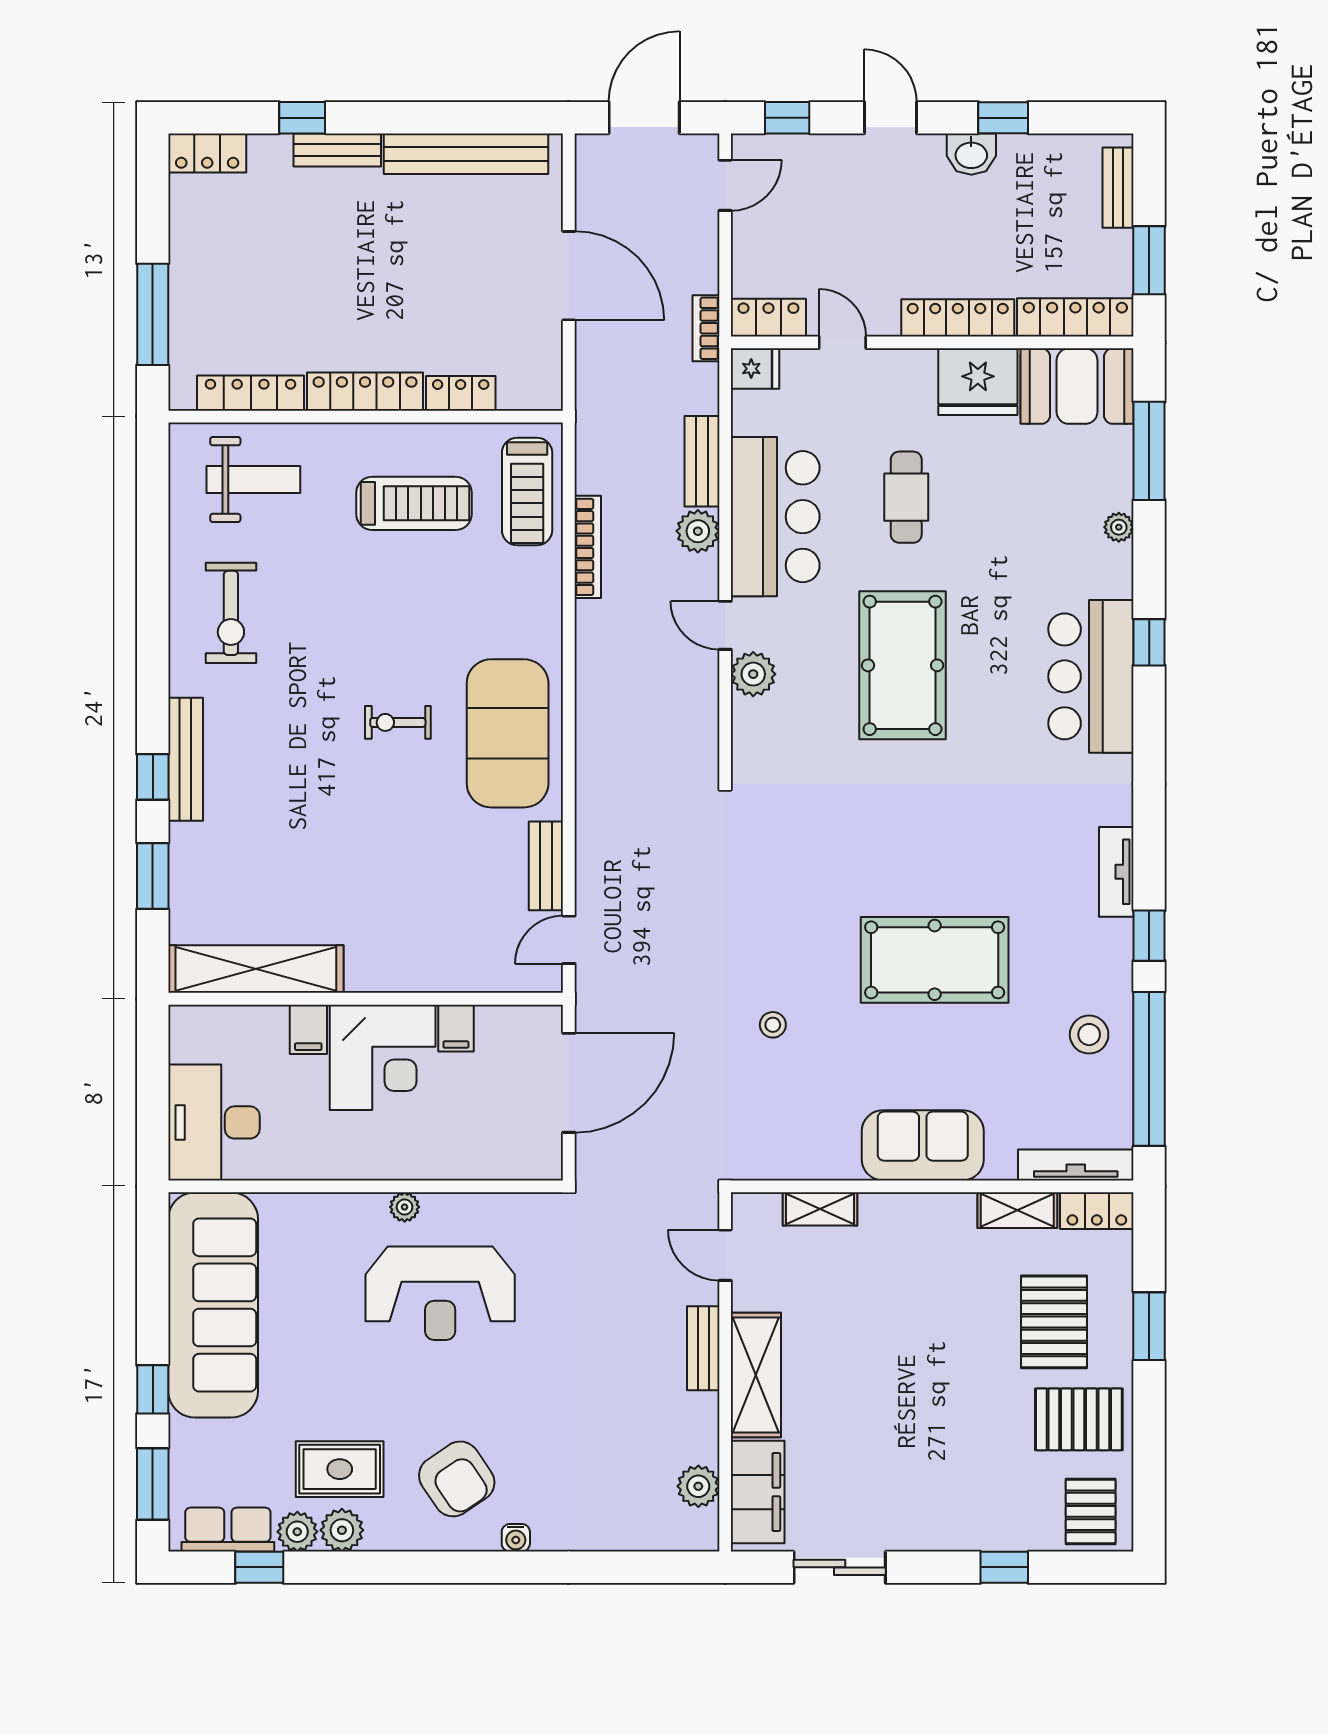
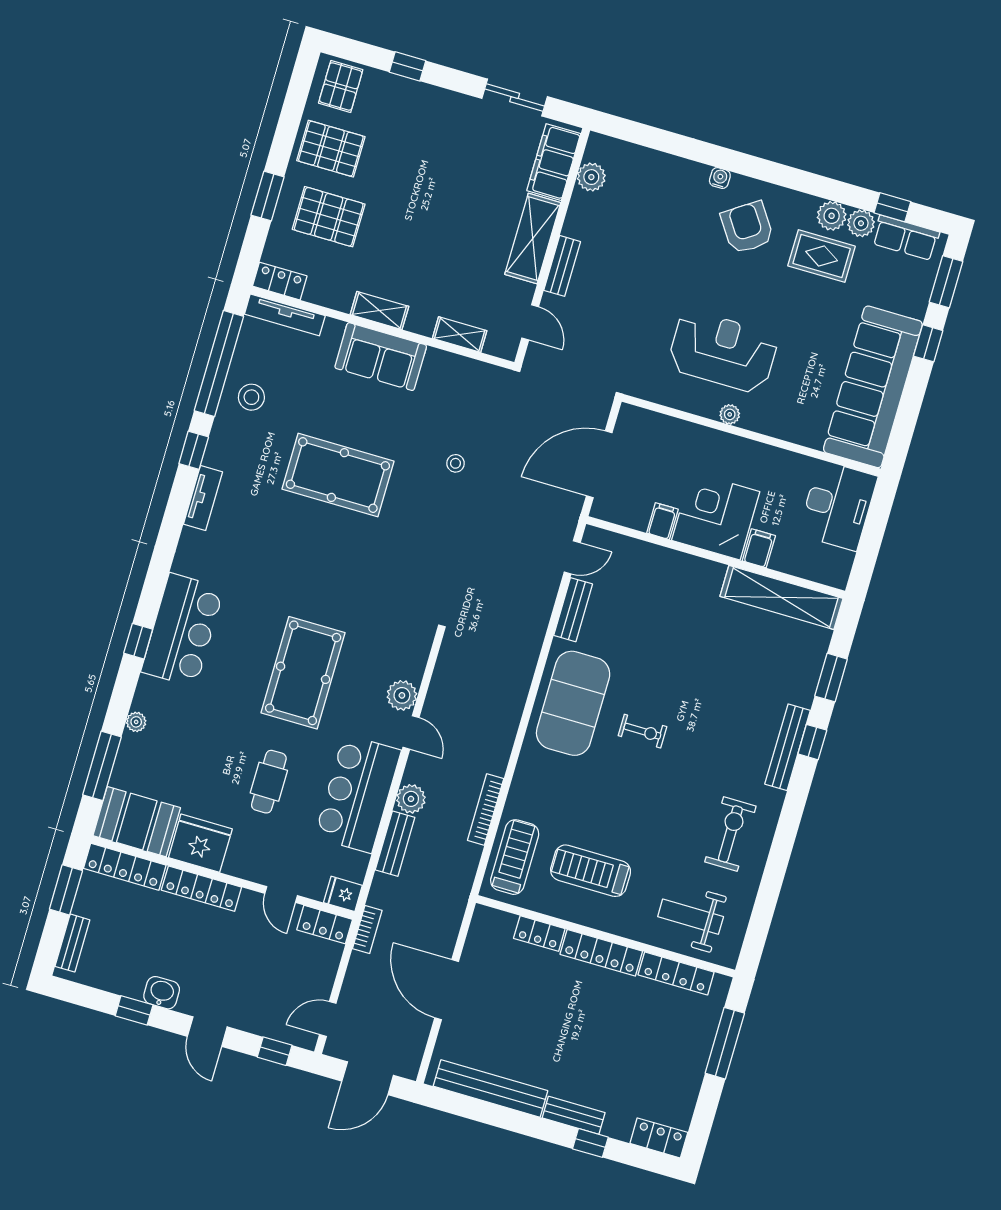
shelving: (1017, 1210) -> (379, 310), moved
pallet: (1054, 1322) -> (329, 217), turned 90

